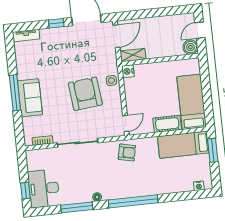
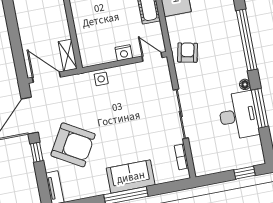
nightstand: (128, 71) -> (124, 53), moved
armchair: (85, 94) -> (73, 145), moved, turned -144
desk: (44, 188) -> (238, 116), moved, turned -90

